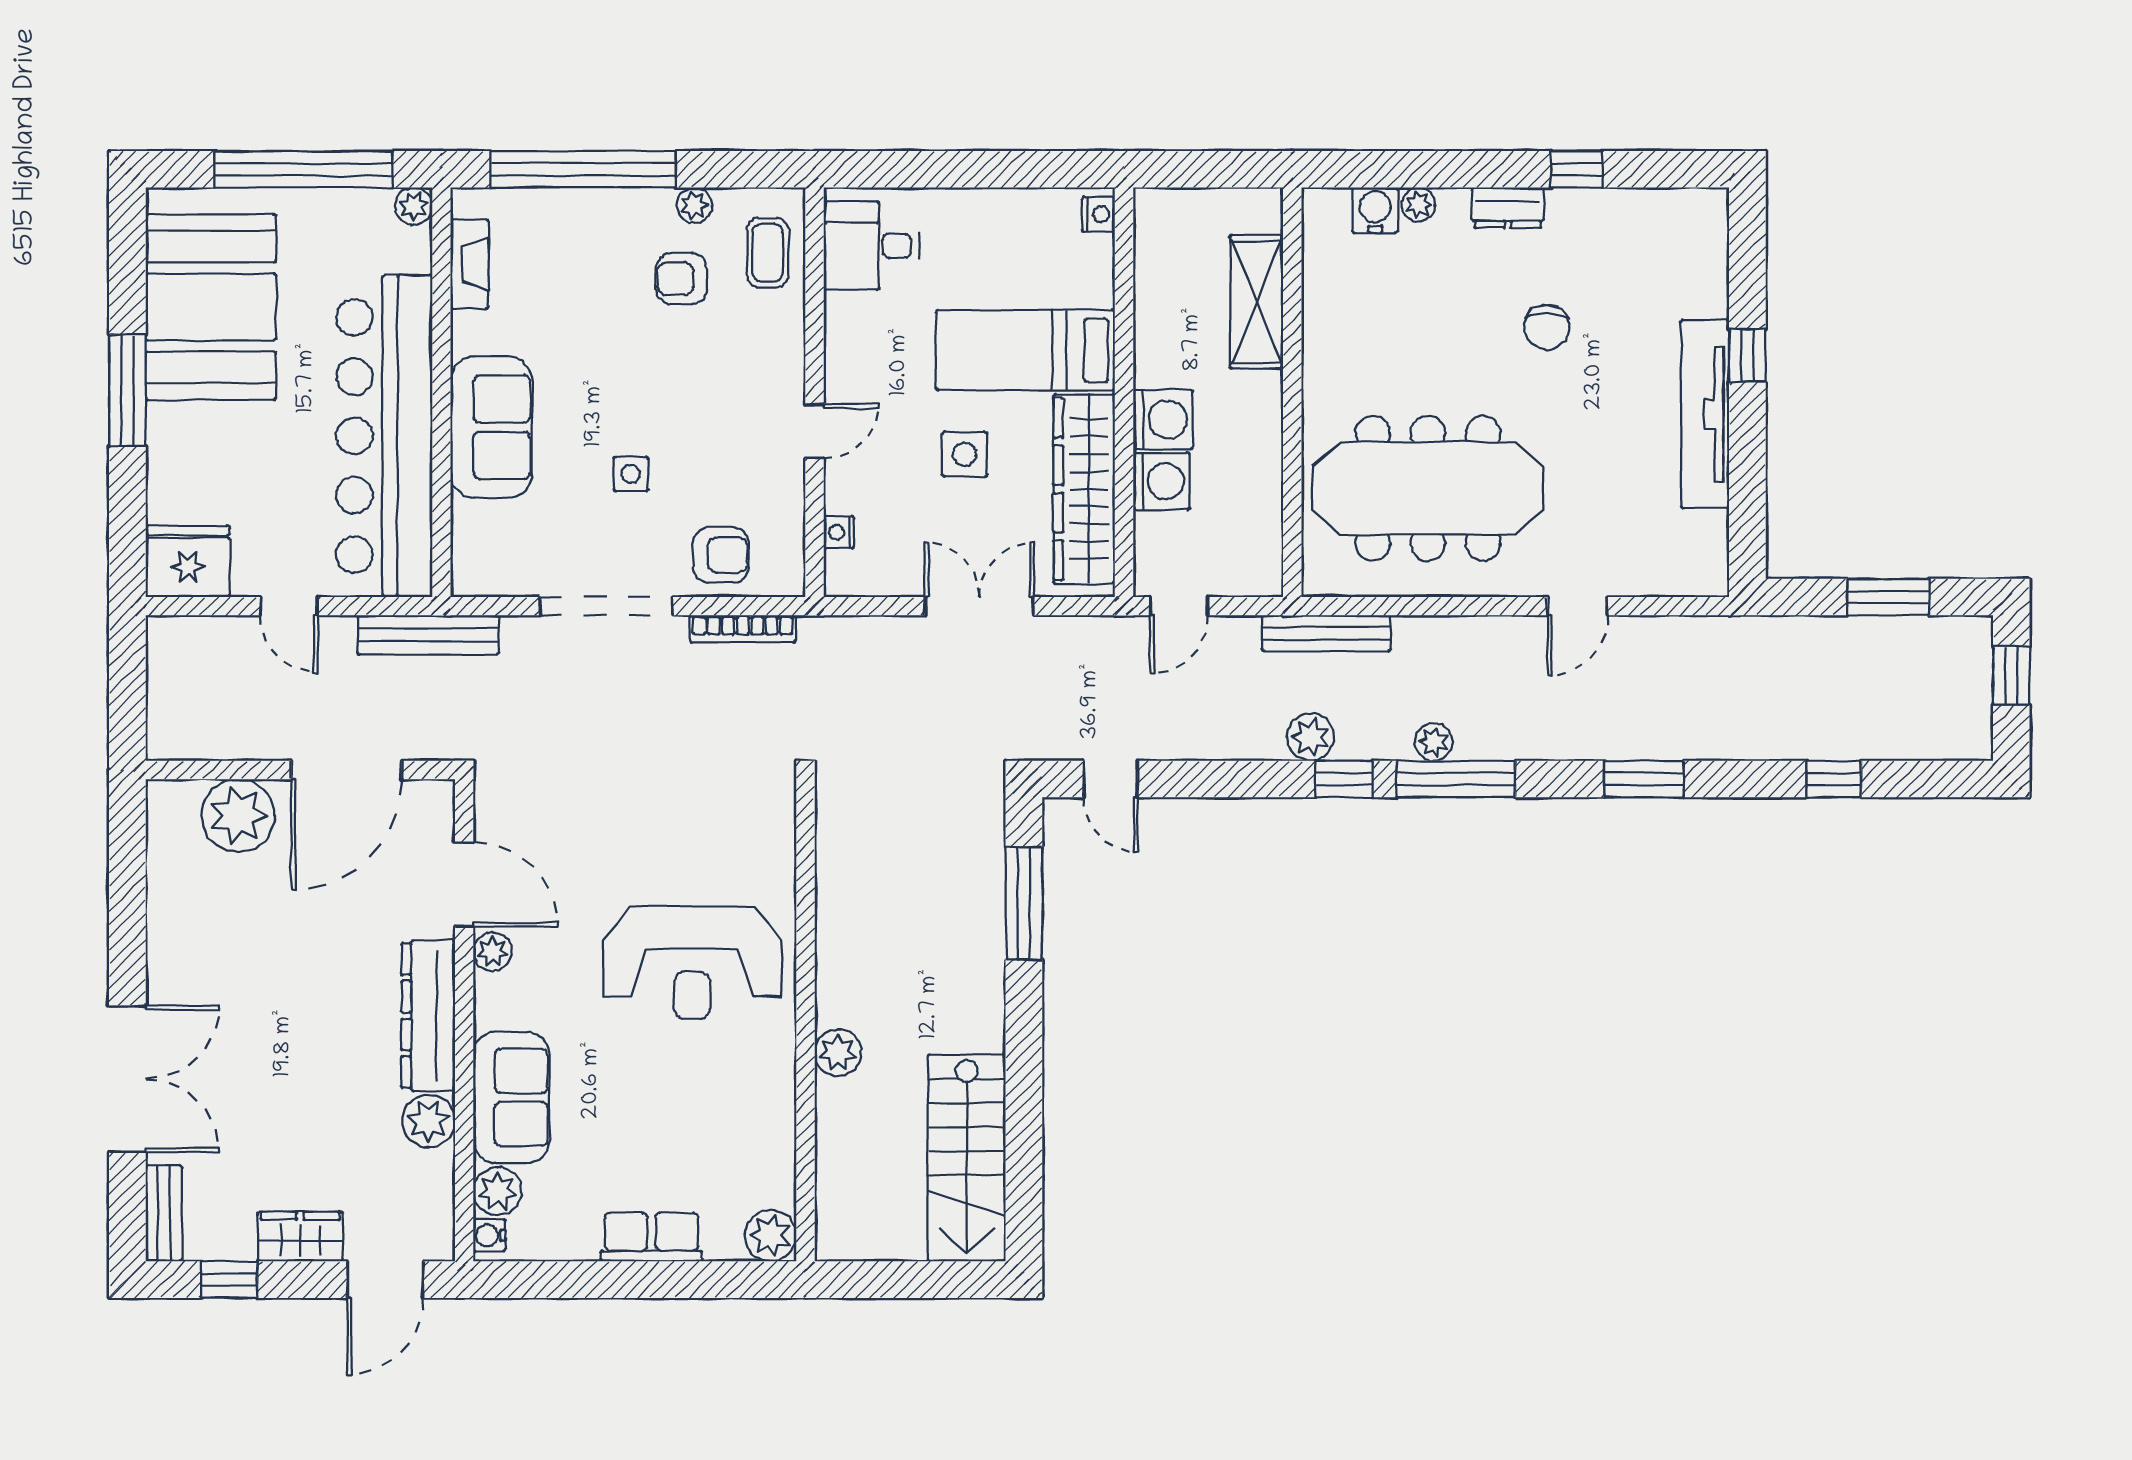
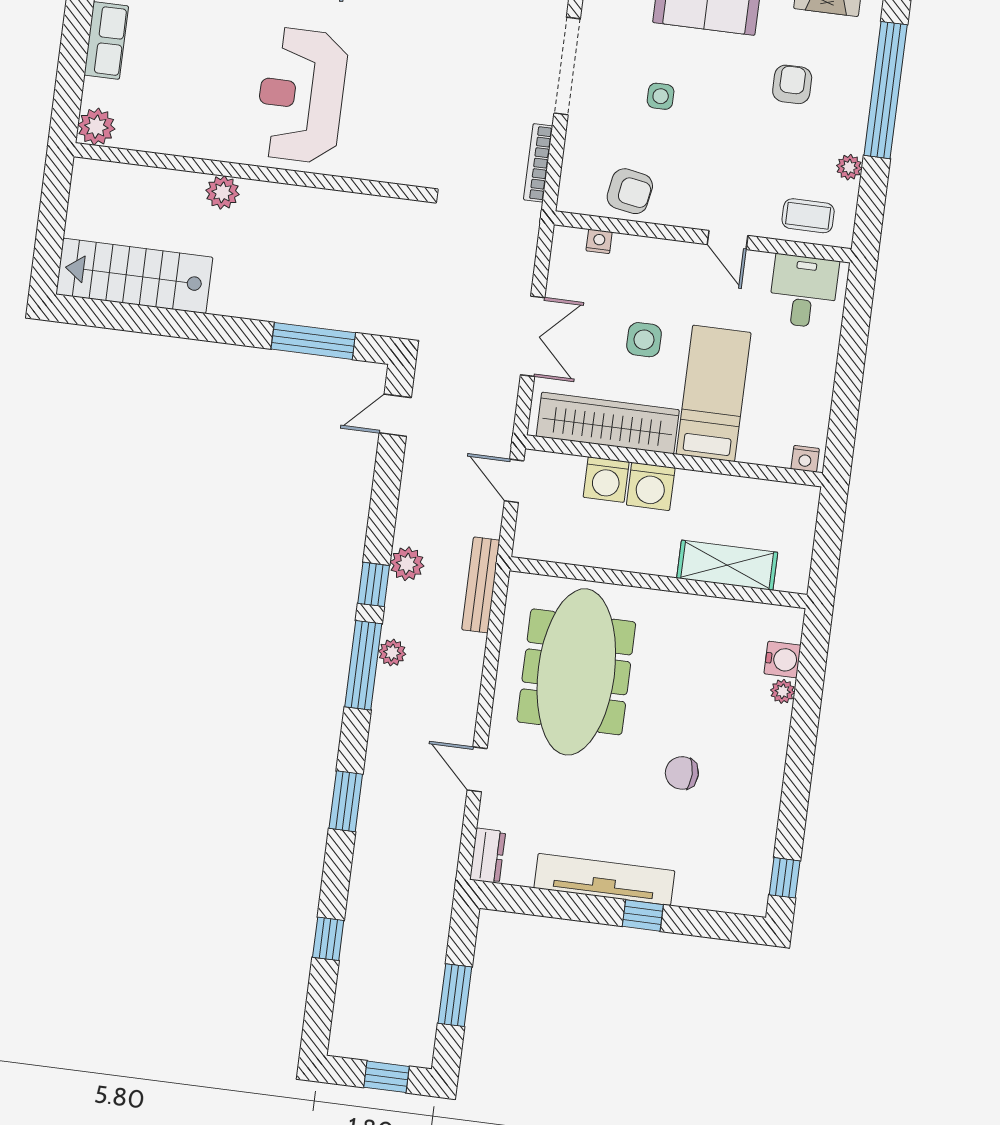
window: (1577, 169) -> (785, 878), moved
dresser: (1508, 208) -> (488, 856), moved, turned 180
armchair: (681, 279) -> (792, 84), moved
door: (815, 431) -> (727, 240), moved
armchair: (721, 555) -> (630, 191), moved, turned -80

